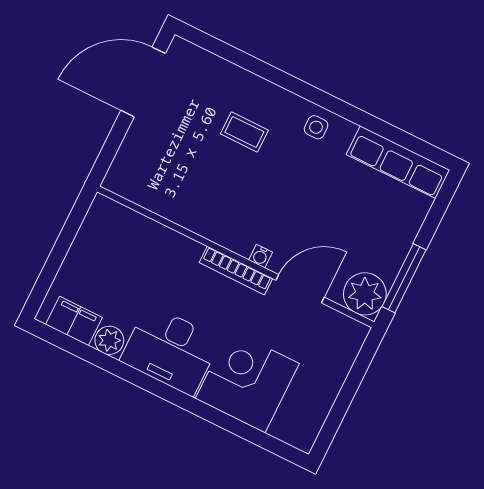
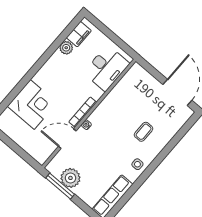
door: (300, 289) -> (67, 139), swing flipped
plant: (365, 294) -> (70, 178), moved
desk: (170, 350) -> (106, 68), moved, turned 180

